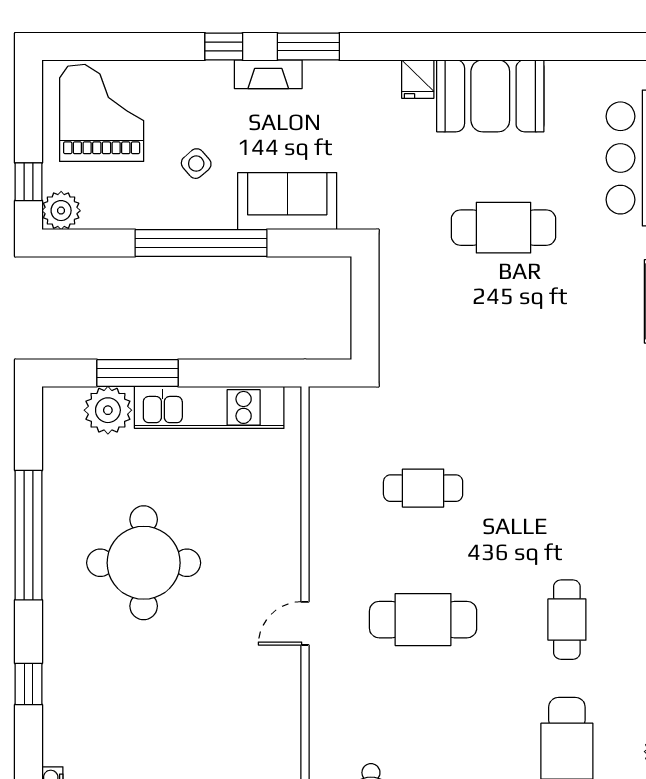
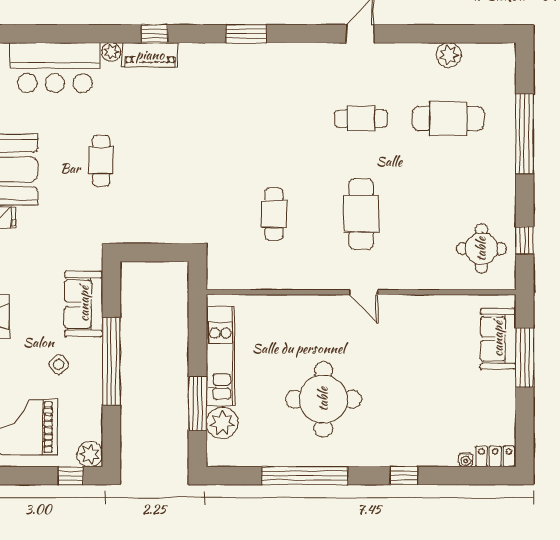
cafe table: (504, 228) -> (101, 161), width x0.73, depth x0.74

